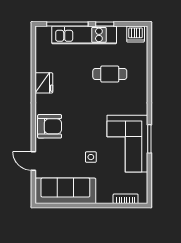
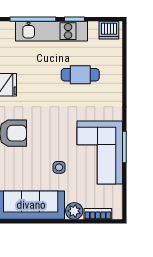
plant: (104, 196) -> (74, 211), added

